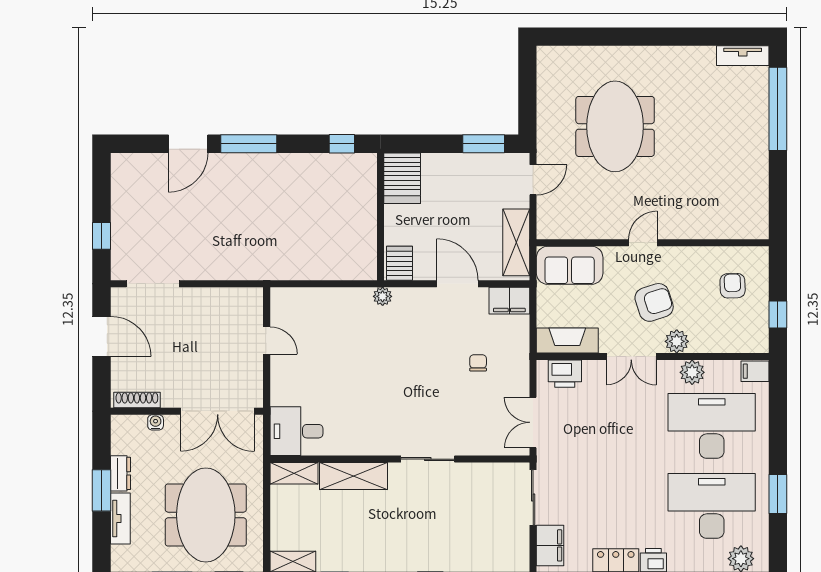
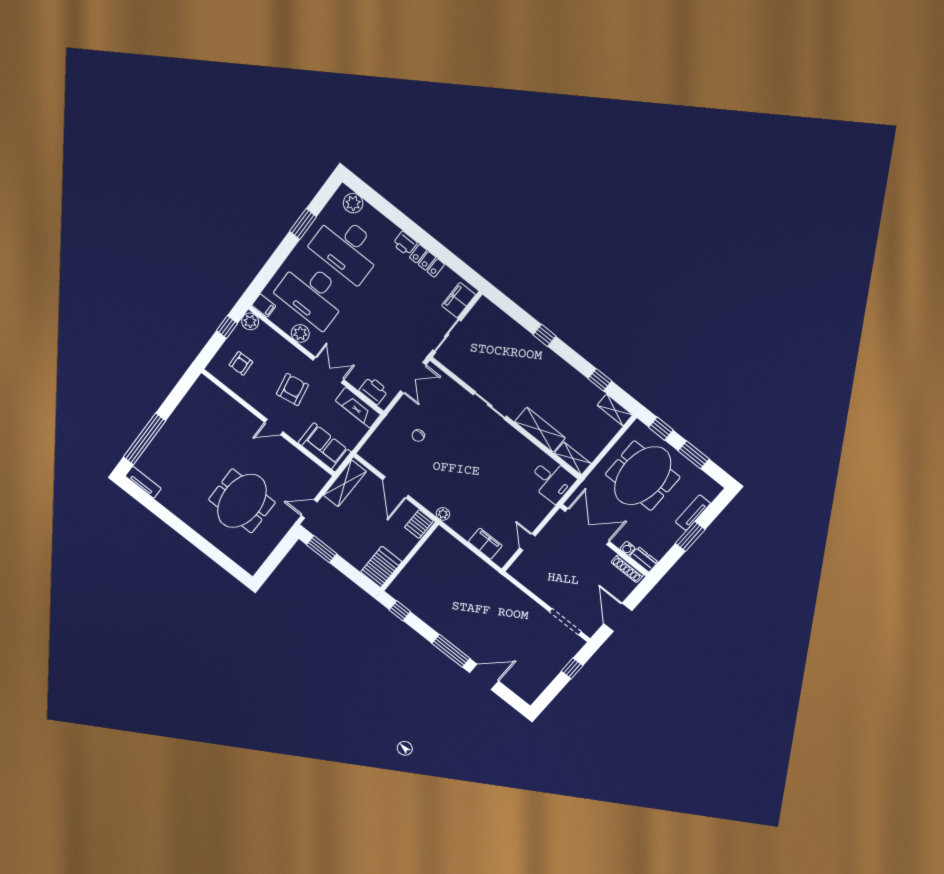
filing cabinet: (509, 301) -> (485, 544), moved
armchair: (654, 302) -> (292, 390), turned 98
plant: (677, 341) -> (250, 321), moved
dresser: (121, 473) -> (644, 559), moved, turned 90

